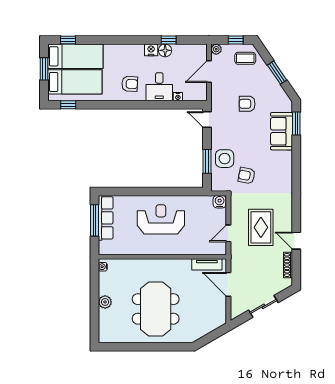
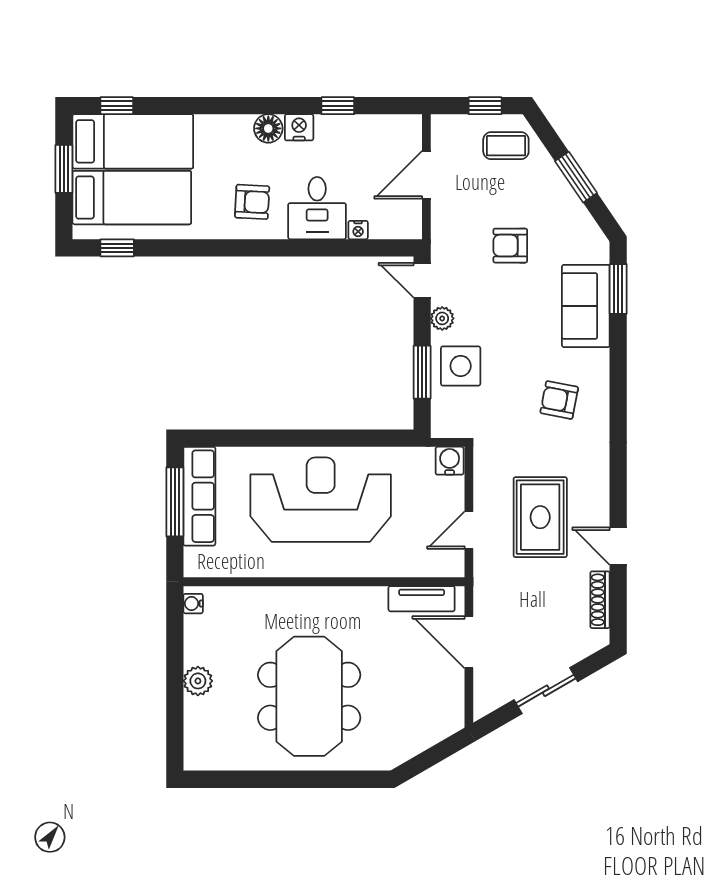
plant: (216, 49) -> (442, 318), moved
floor lamp: (165, 50) -> (268, 128), moved
armchair: (247, 176) -> (559, 400), moved
reception desk: (161, 219) -> (321, 500), width x1.36, depth x1.30

